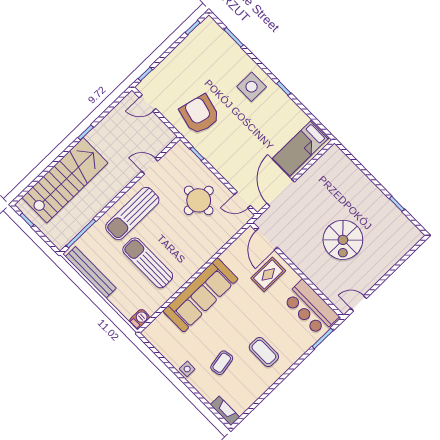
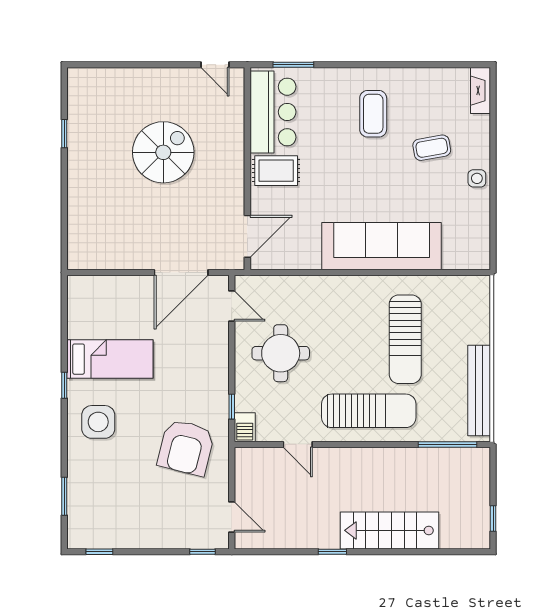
bed: (301, 148) -> (110, 359), moved
stairs: (65, 180) -> (389, 530), width x0.73, depth x0.66
rug: (268, 274) -> (276, 171), moved
barbecue: (139, 319) -> (245, 427), moved, turned -90

